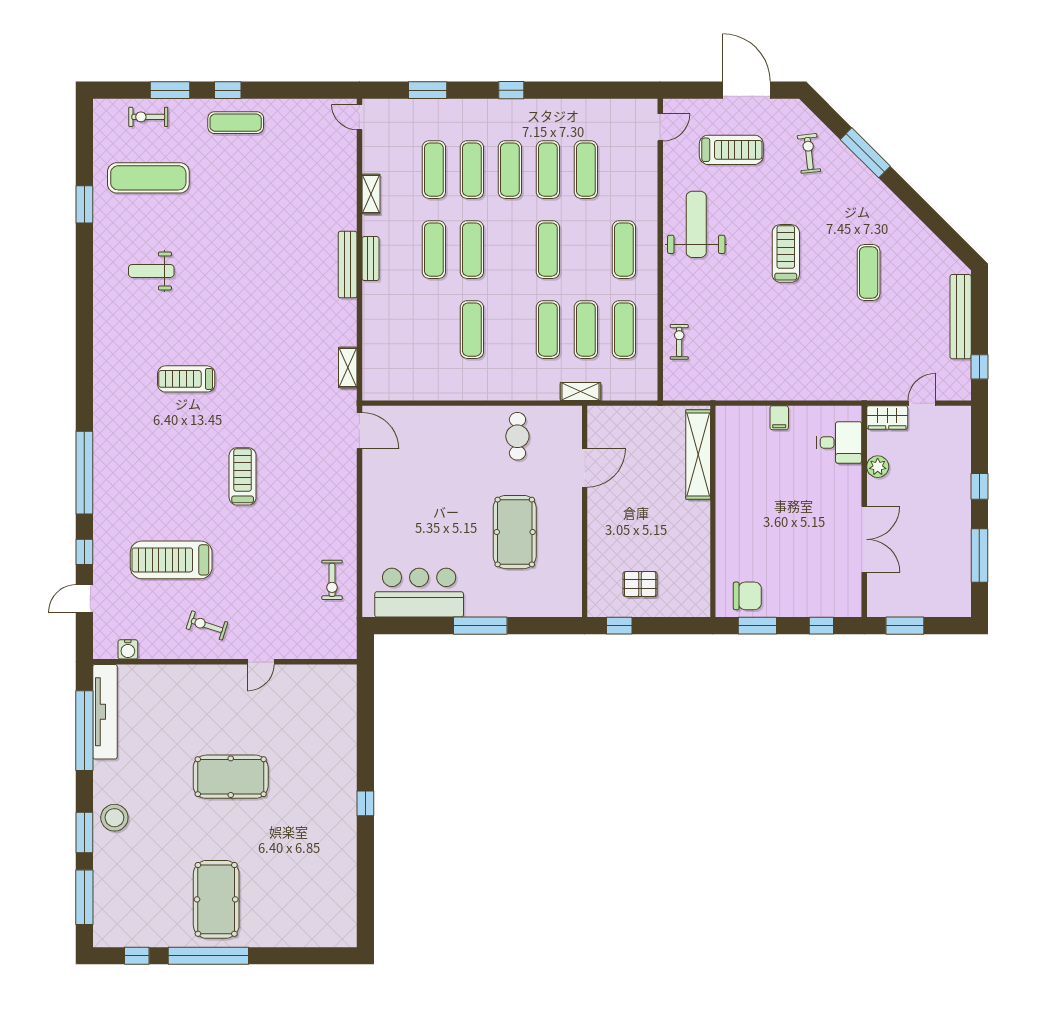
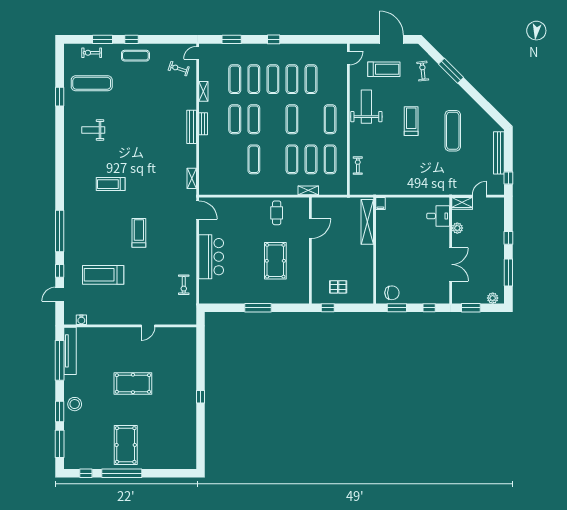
door: (359, 117) -> (198, 53), hinge flipped
exercise mat: (869, 272) -> (453, 131), width x1.36, depth x1.45
filing cabinet: (779, 418) -> (380, 204), moved
bar counter: (419, 593) -> (211, 257), moved, turned 90
plant: (948, 606) -> (493, 298), added
exercise bike: (207, 625) -> (179, 69), moved

